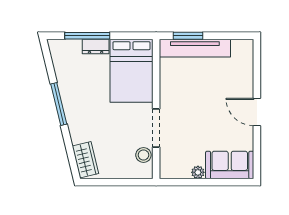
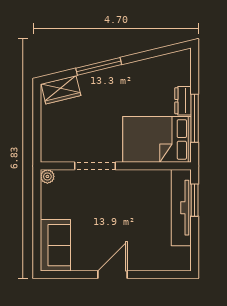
window: (87, 36) -> (195, 118), moved
window: (59, 104) -> (99, 66), moved
stool: (143, 155) -> (66, 152), removed
plant: (198, 172) -> (47, 176), moved

